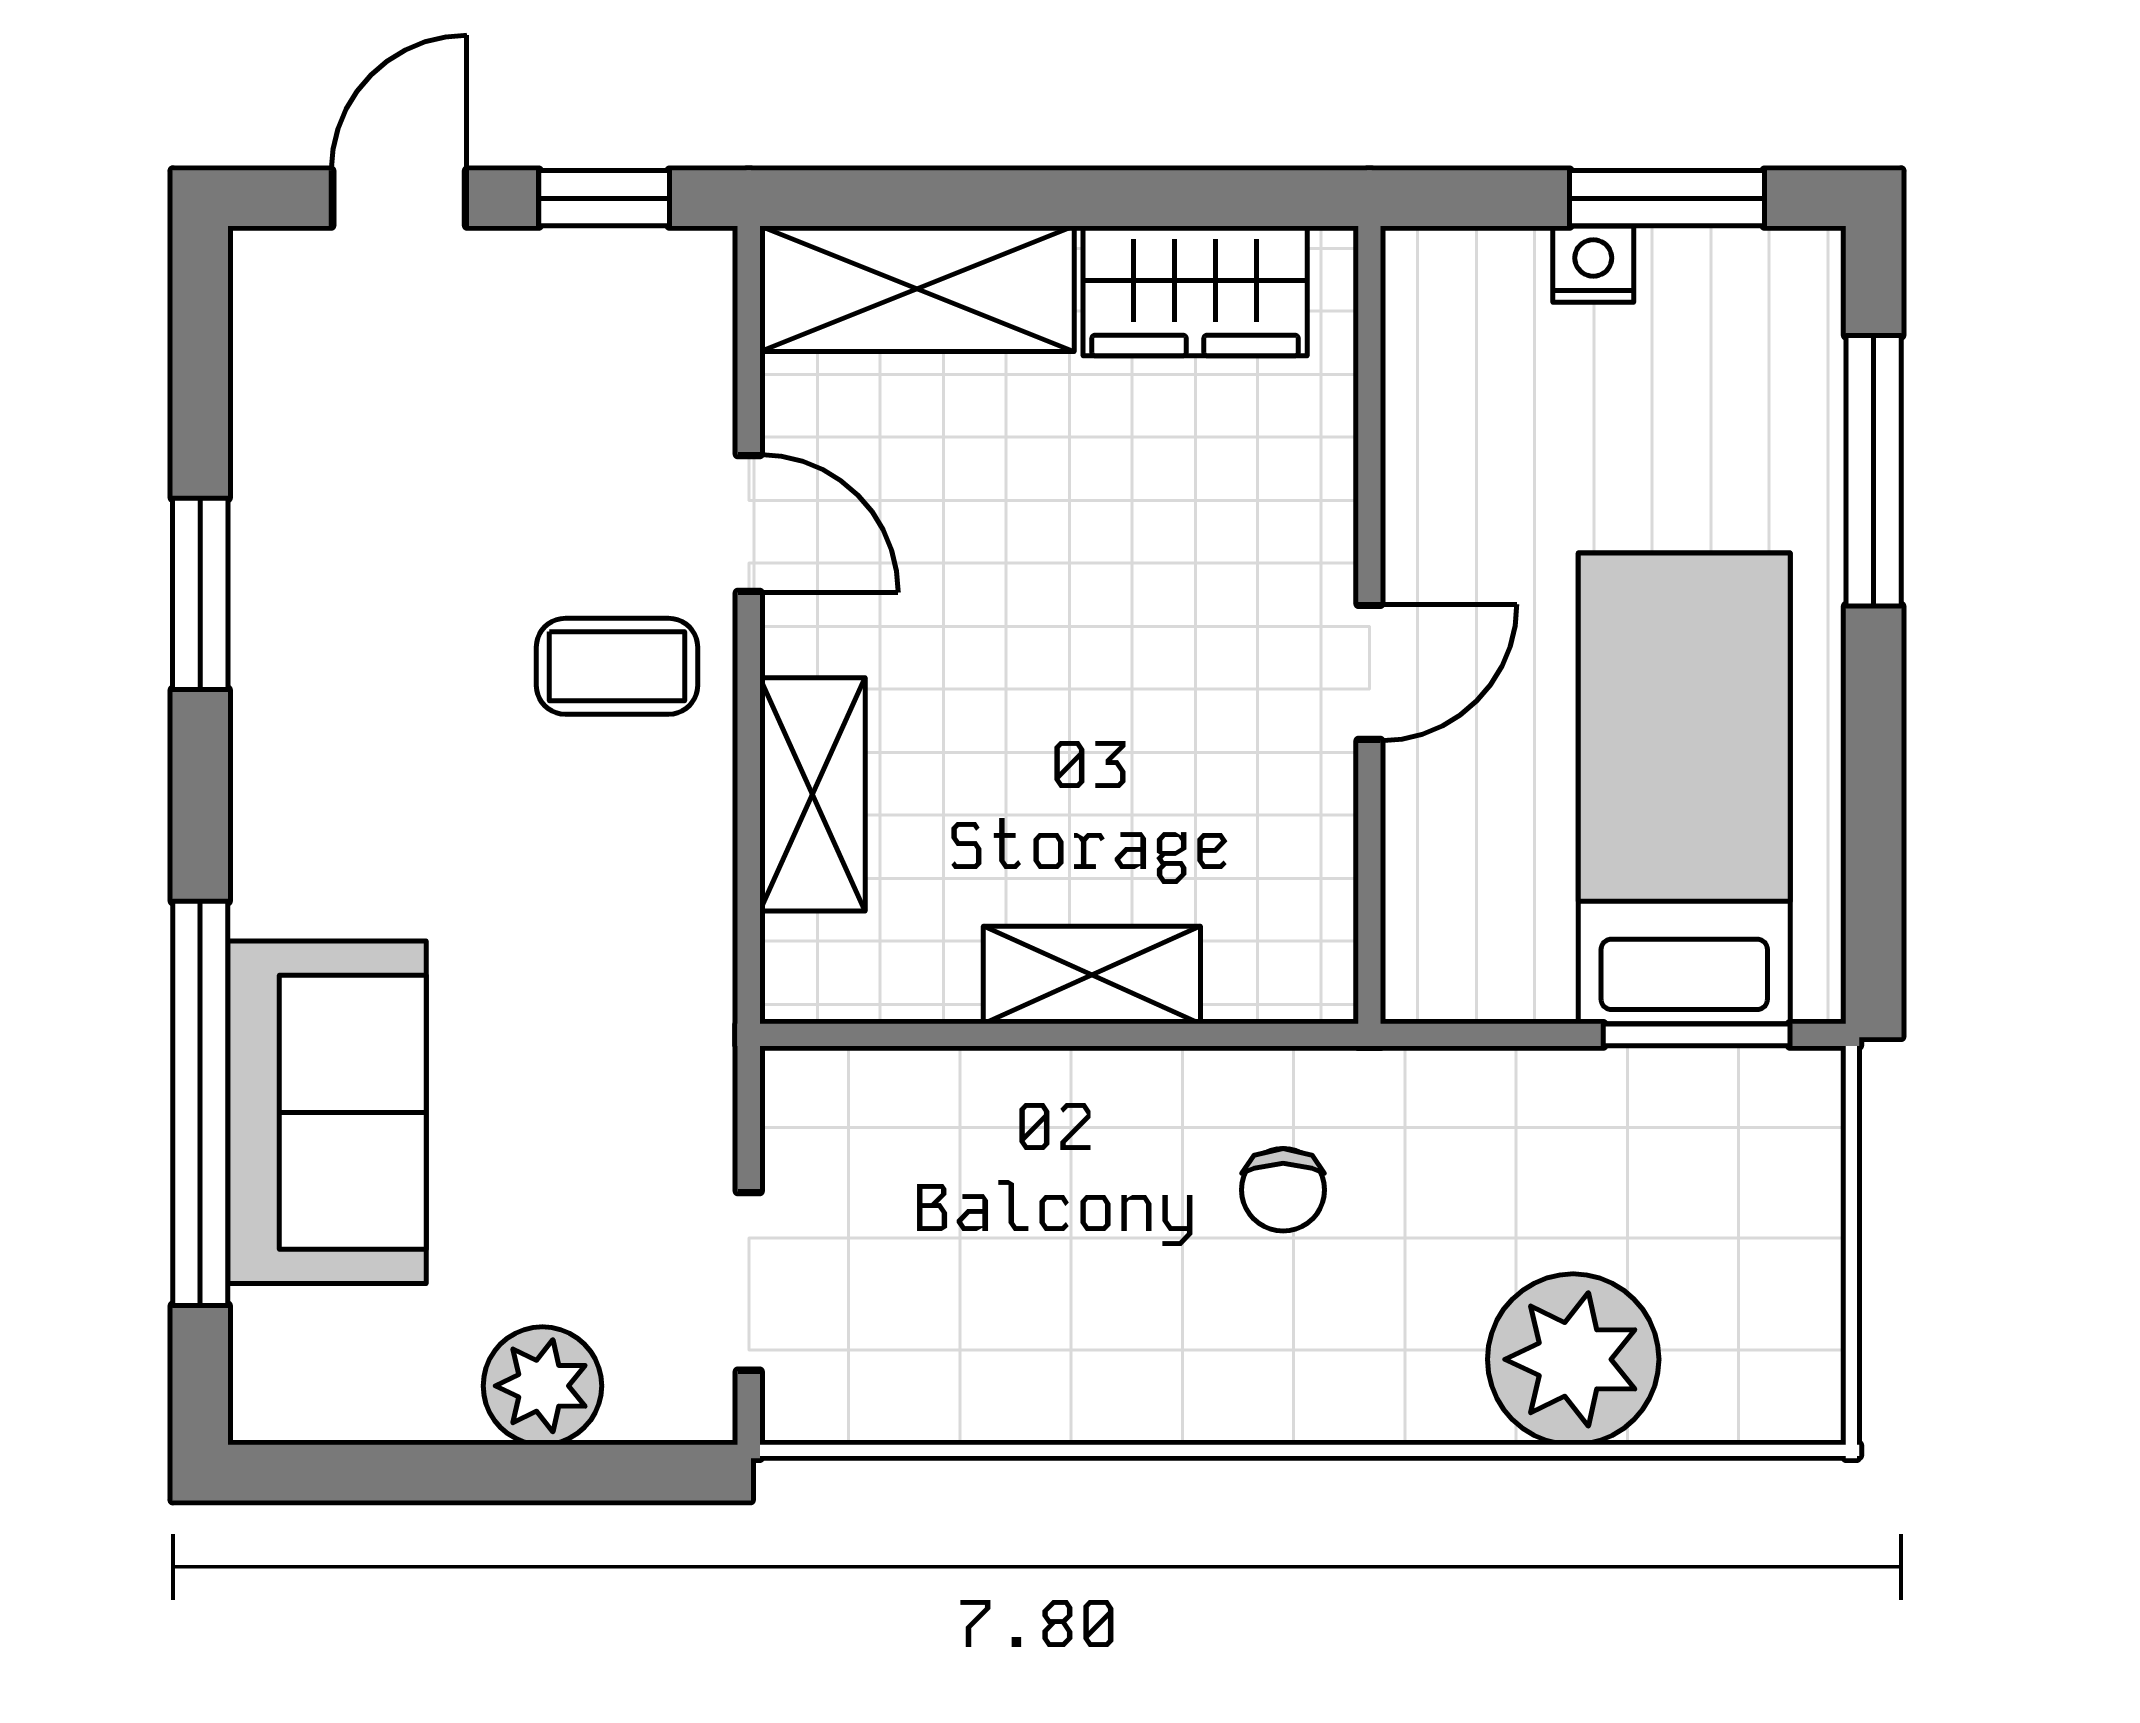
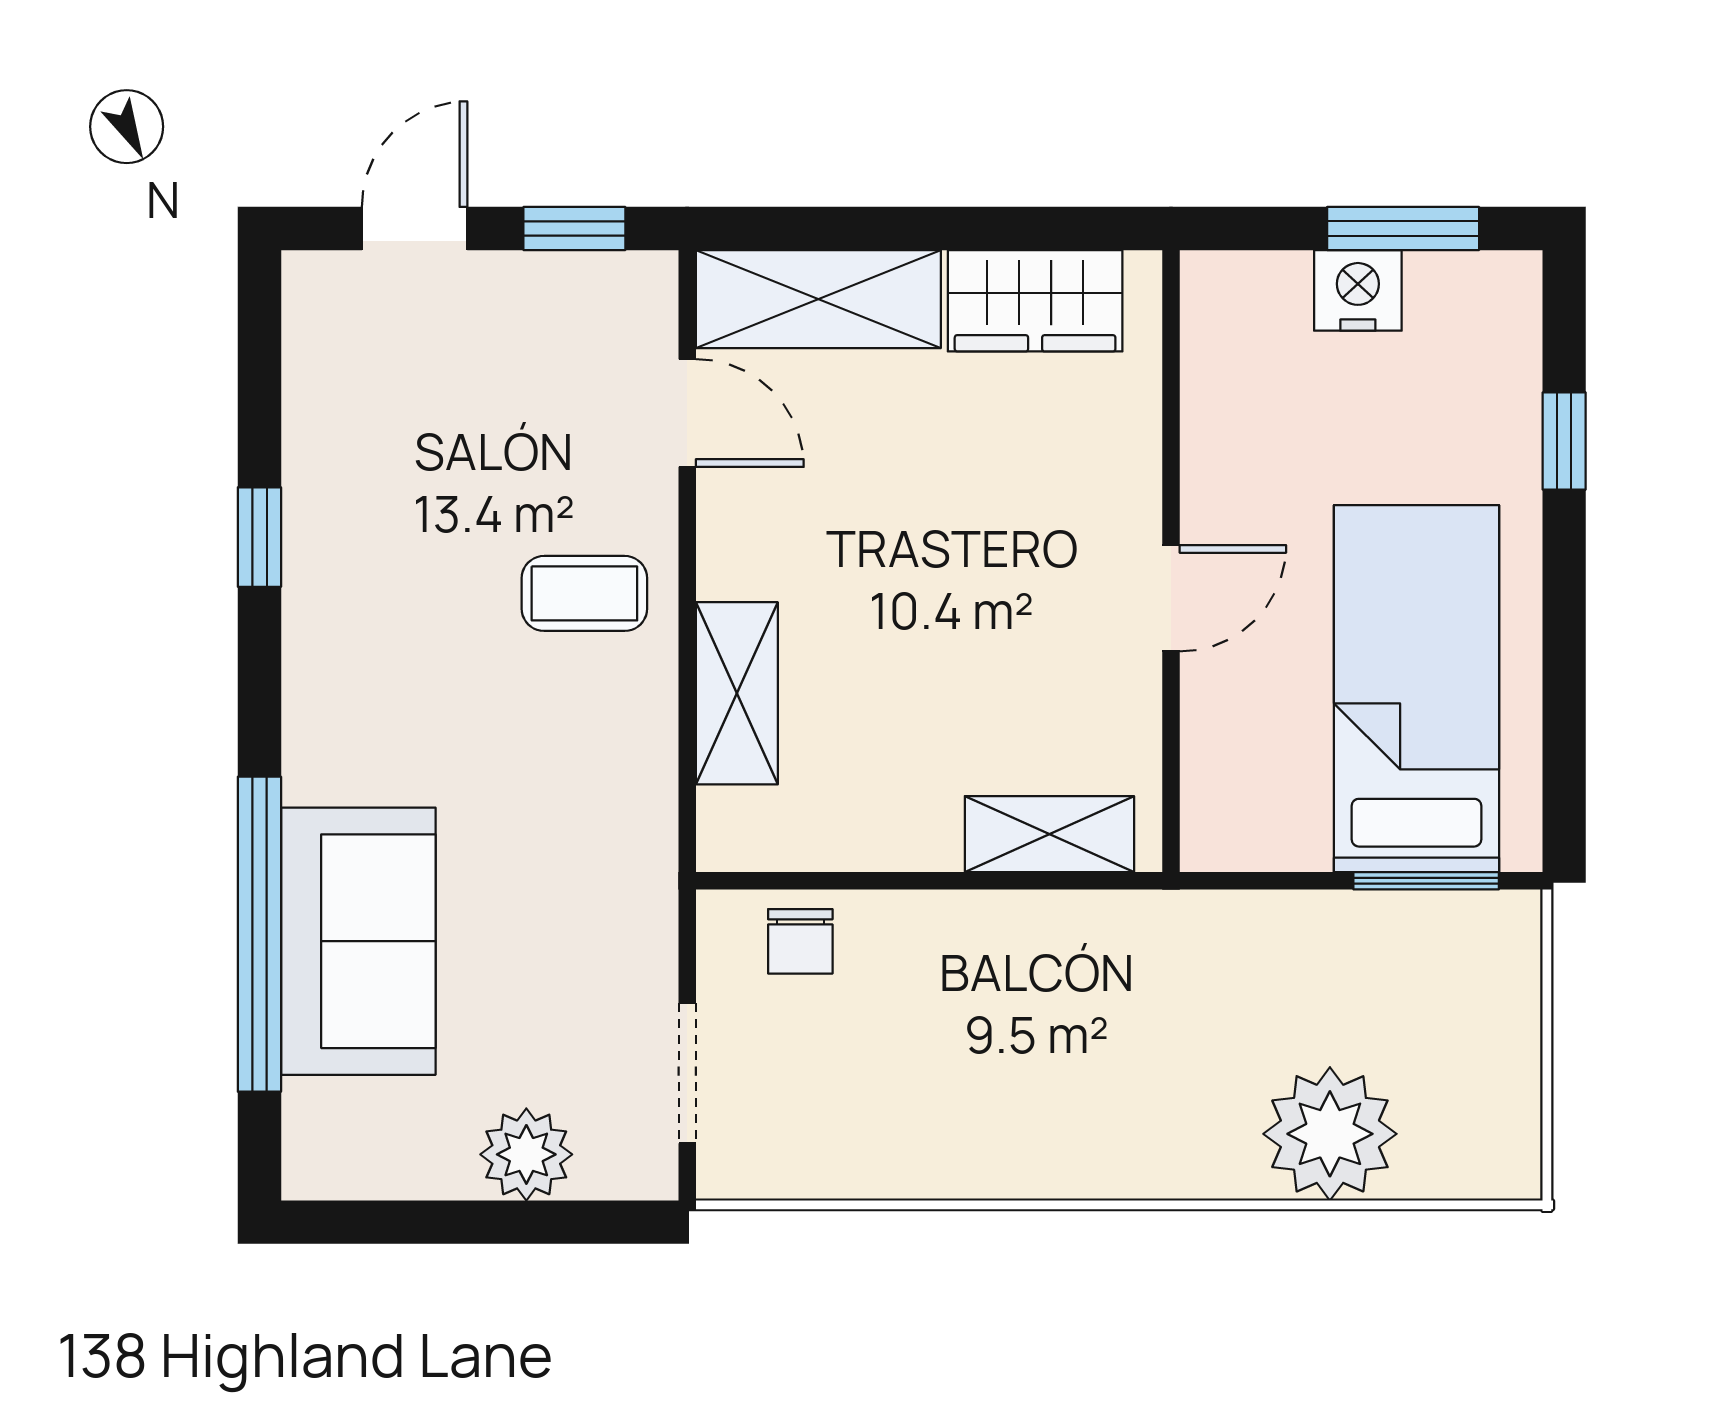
nightstand: (1593, 264) -> (1358, 290), width x1.39, depth x1.35
window: (1874, 471) -> (1564, 441), width x0.46
door: (749, 524) -> (687, 413), moved
window: (200, 594) -> (259, 537), width x0.67
shelving: (1092, 975) -> (1049, 834), moved
chair: (1283, 1190) -> (800, 941), moved

